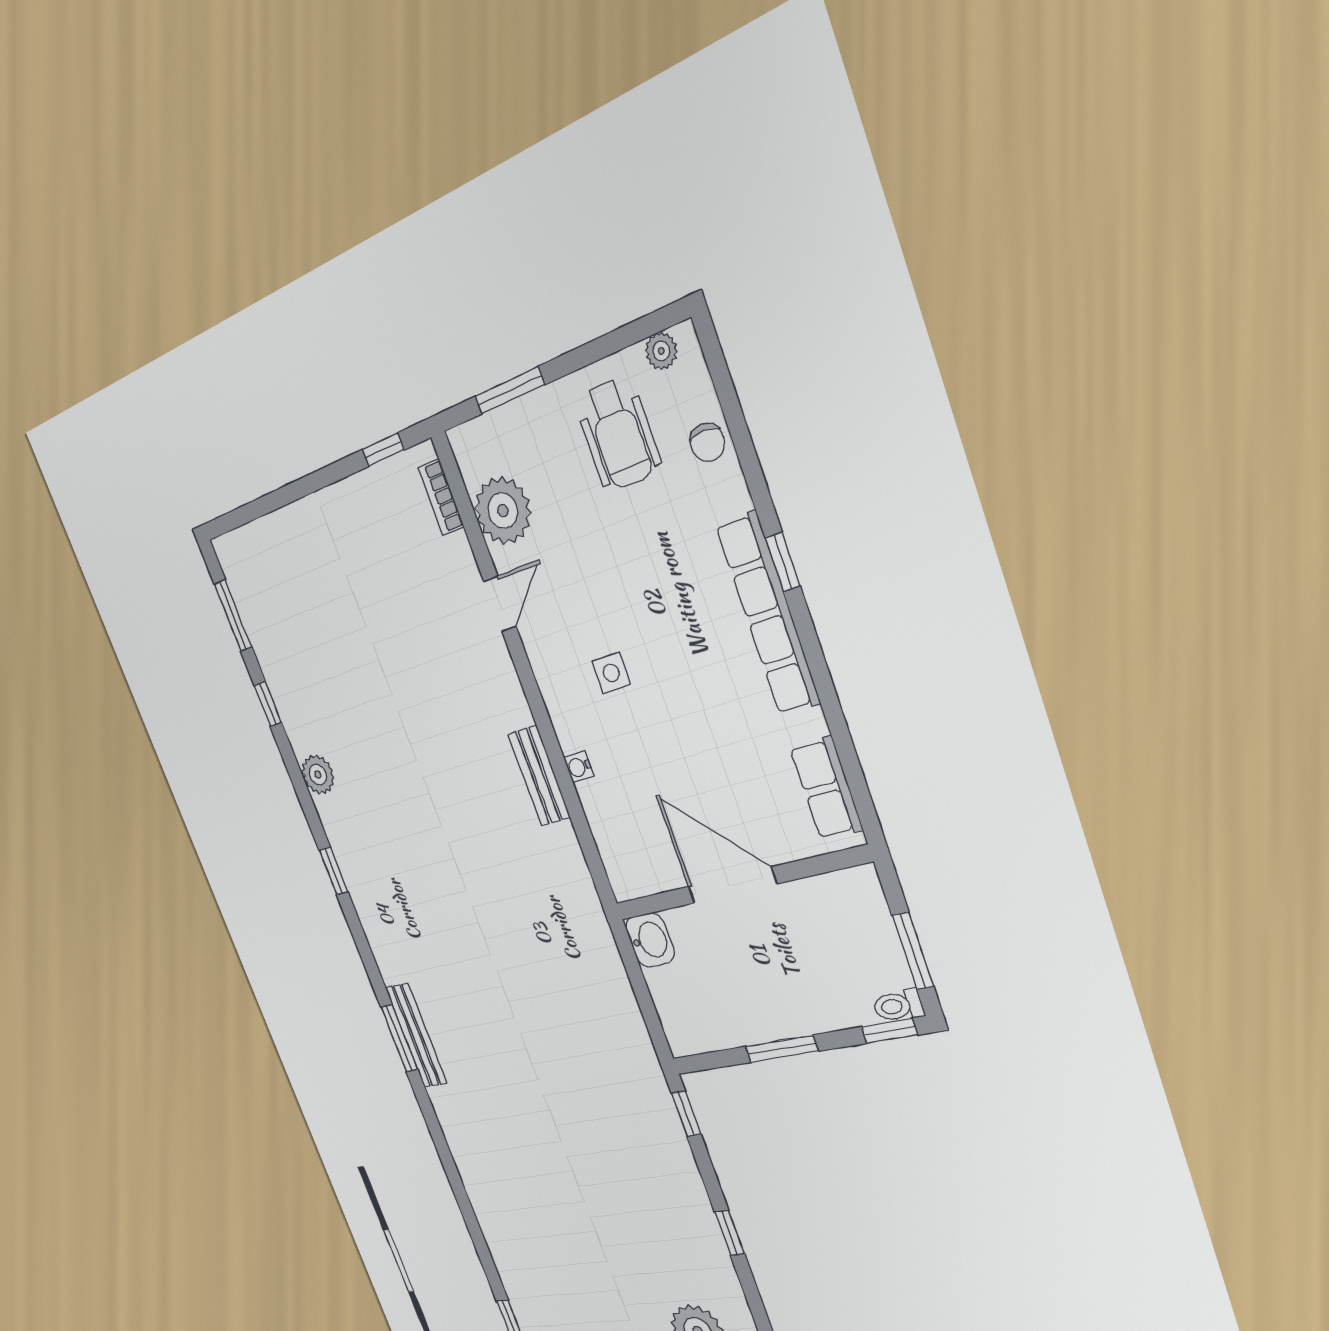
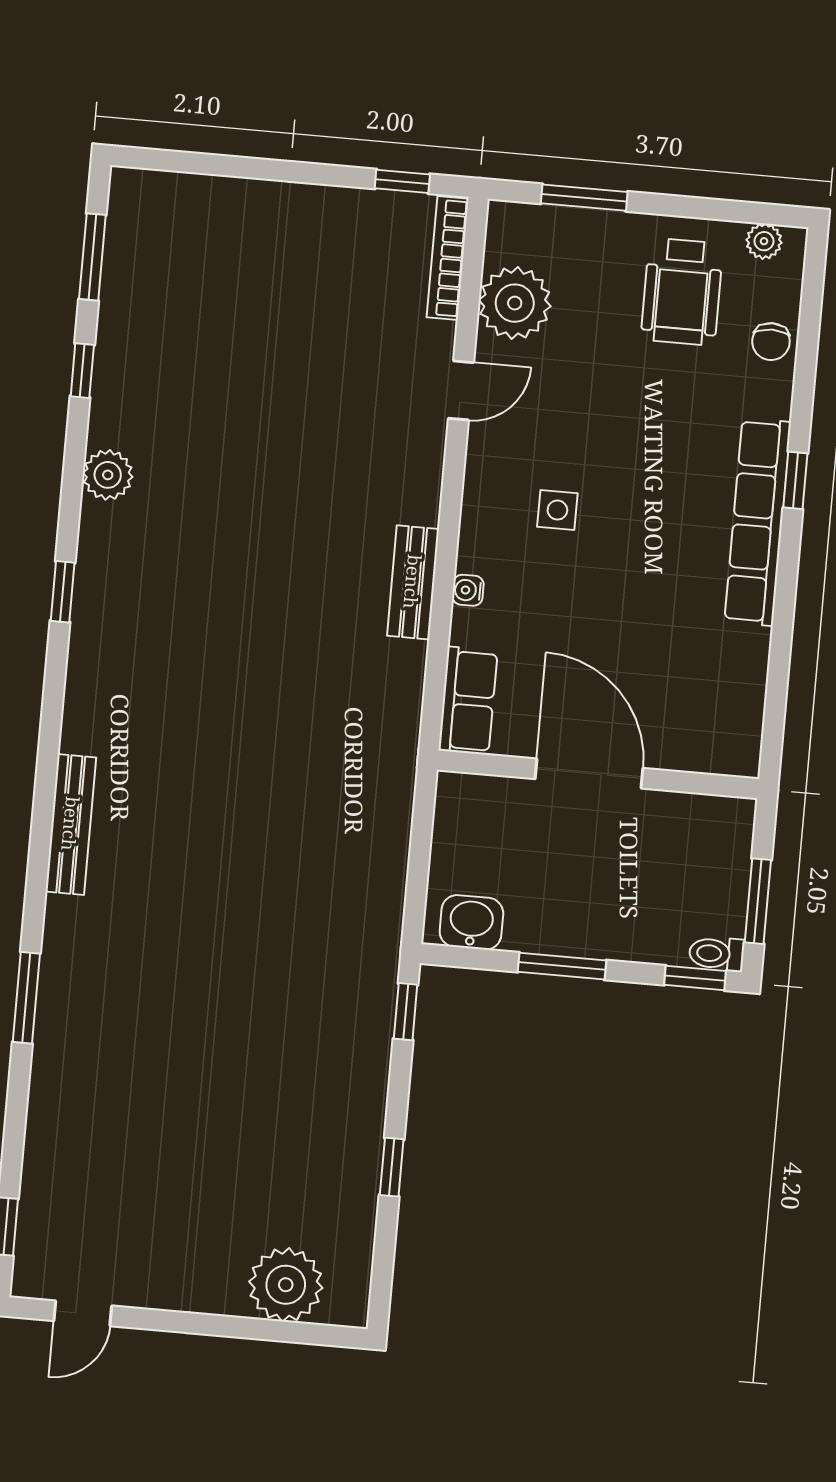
bookcase: (441, 497) -> (448, 258), width x1.56
row of seats: (826, 788) -> (468, 701), moved, turned 180
washbasin: (650, 940) -> (471, 922), moved, turned -90
window: (399, 1038) -> (26, 998), moved

